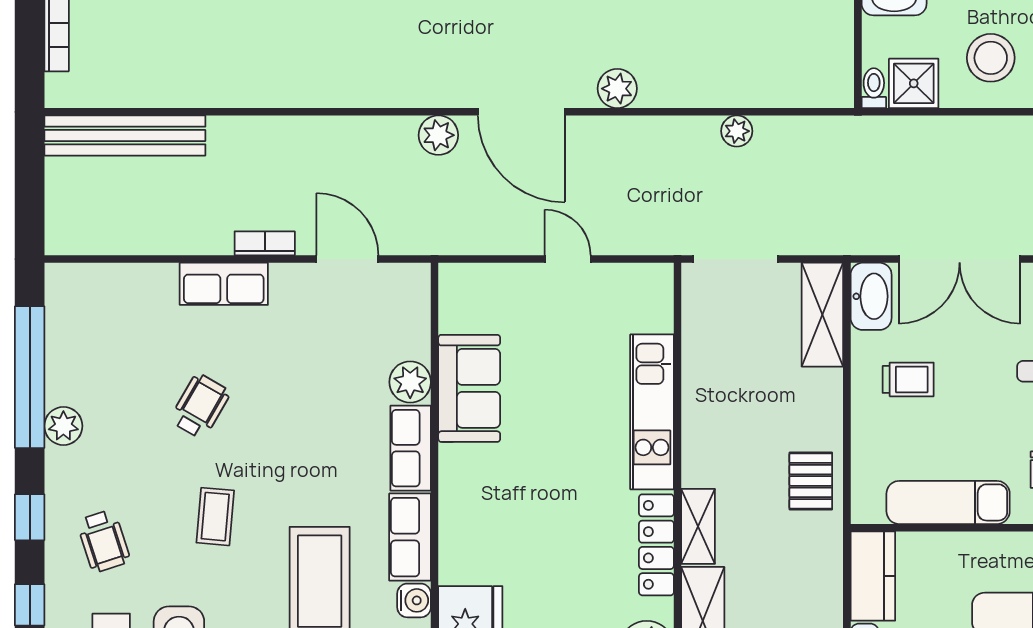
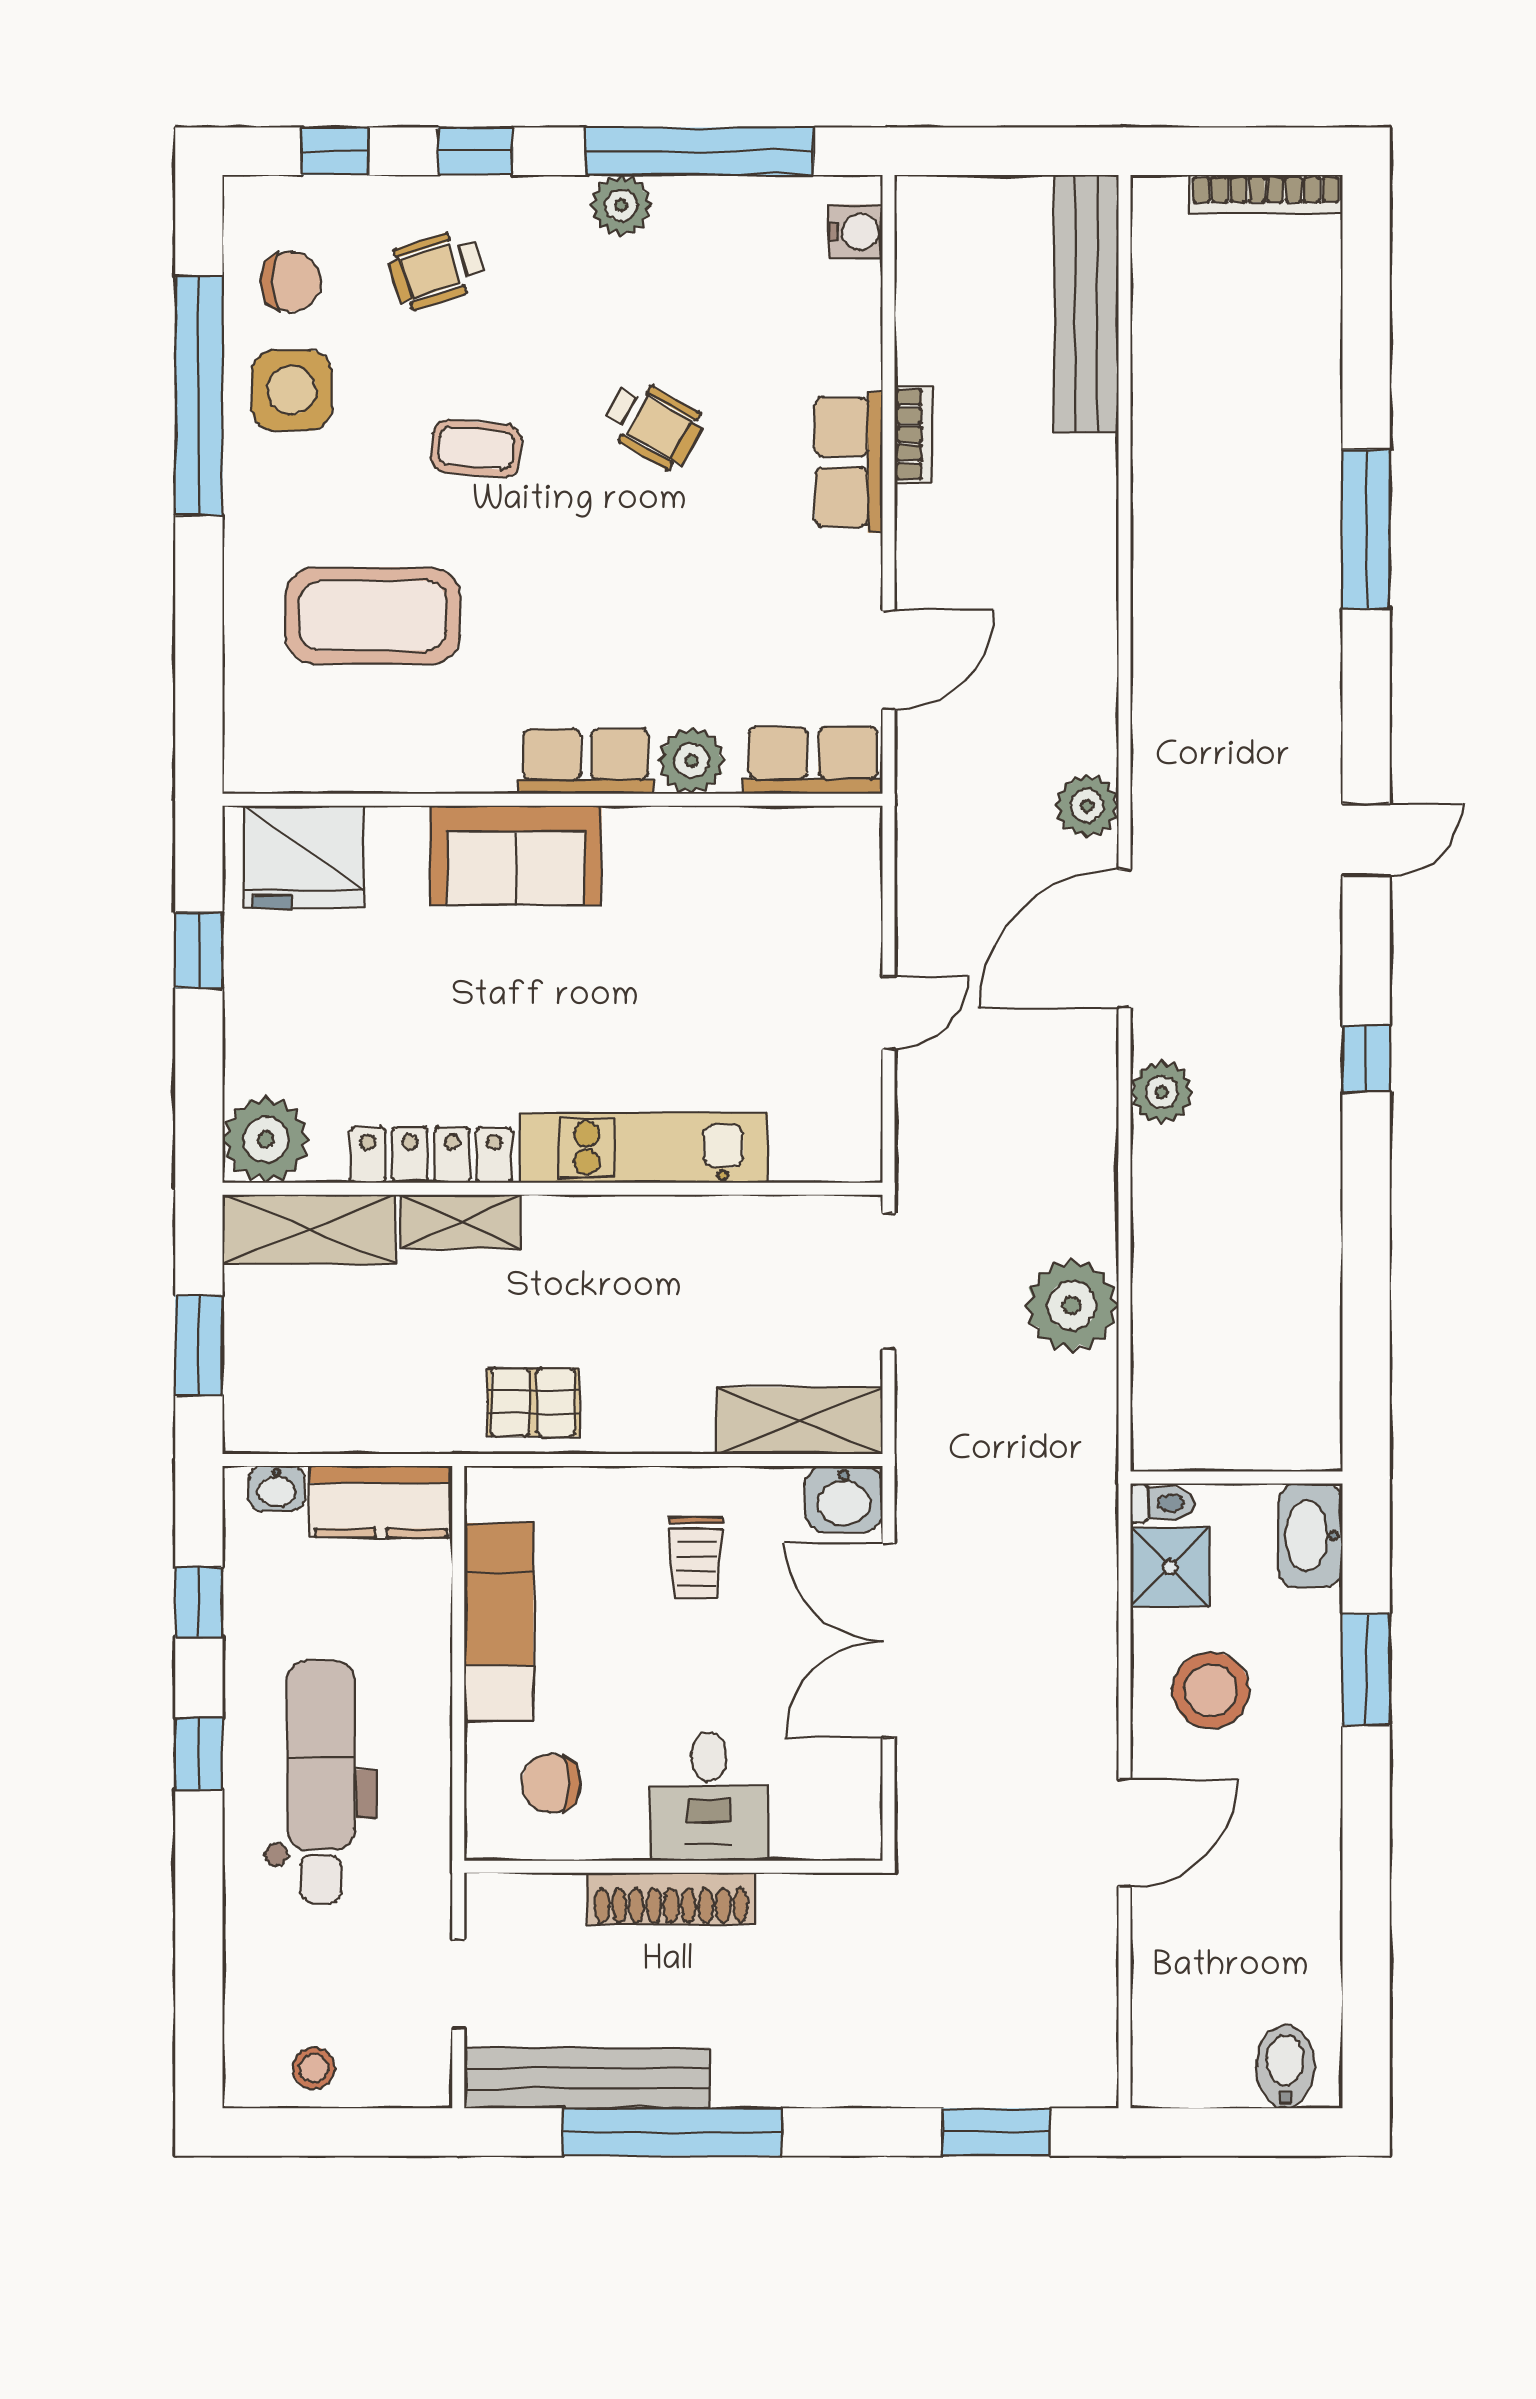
plant: (737, 131) -> (1072, 1306), width x1.87, depth x1.87
bookcase: (265, 243) -> (914, 434), moved
washbasin: (871, 296) -> (844, 1499), width x0.72
sofa: (469, 388) -> (516, 855), moved
row of seats: (410, 537) -> (813, 760), moved
water cooler: (414, 600) -> (856, 231), moved, turned -90

